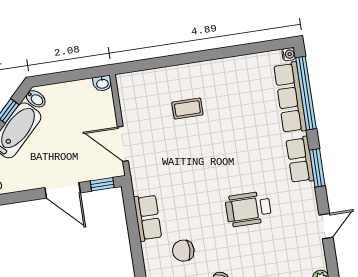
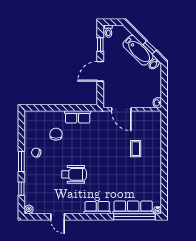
door: (123, 144) -> (121, 109), swing flipped
window: (317, 168) -> (91, 217), removed
window: (102, 184) -> (100, 45), moved
wheelchair: (248, 209) -> (74, 174), turned 90

